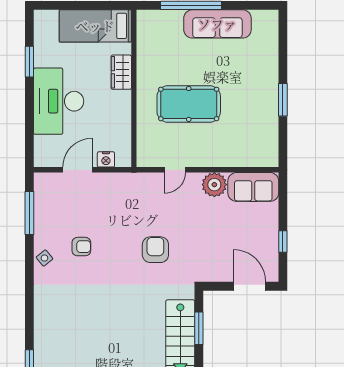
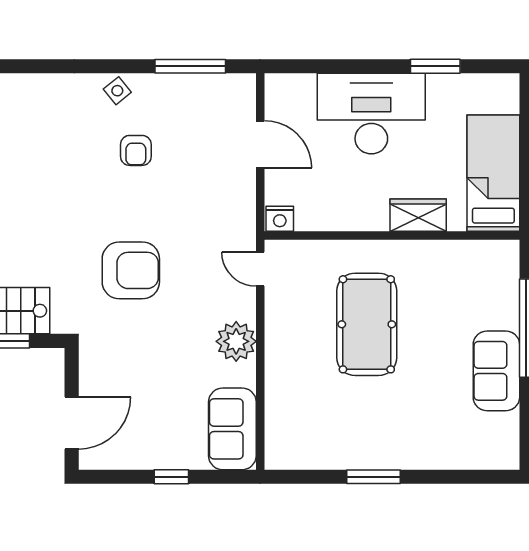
sofa: (217, 24) -> (496, 371), width x0.73
nightstand: (106, 159) -> (280, 219), moved, turned -90
door: (175, 170) -> (260, 269), moved
plant: (214, 185) -> (236, 341), moved
window: (283, 241) -> (171, 477), moved
armchair: (155, 250) -> (131, 270), width x1.36, depth x1.36

